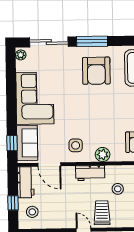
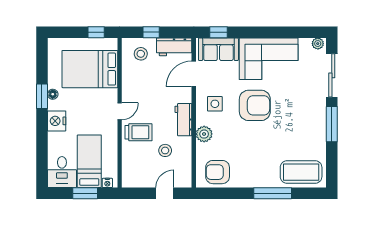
armchair: (96, 71) -> (255, 105), moved, turned 180

